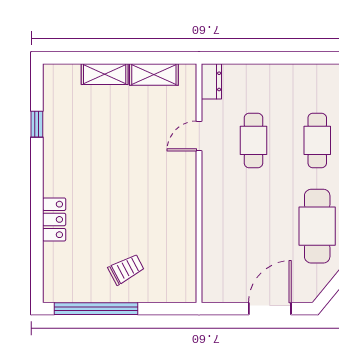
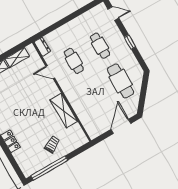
door: (199, 136) -> (50, 72), hinge flipped
shelving: (183, 220) -> (64, 111), added

